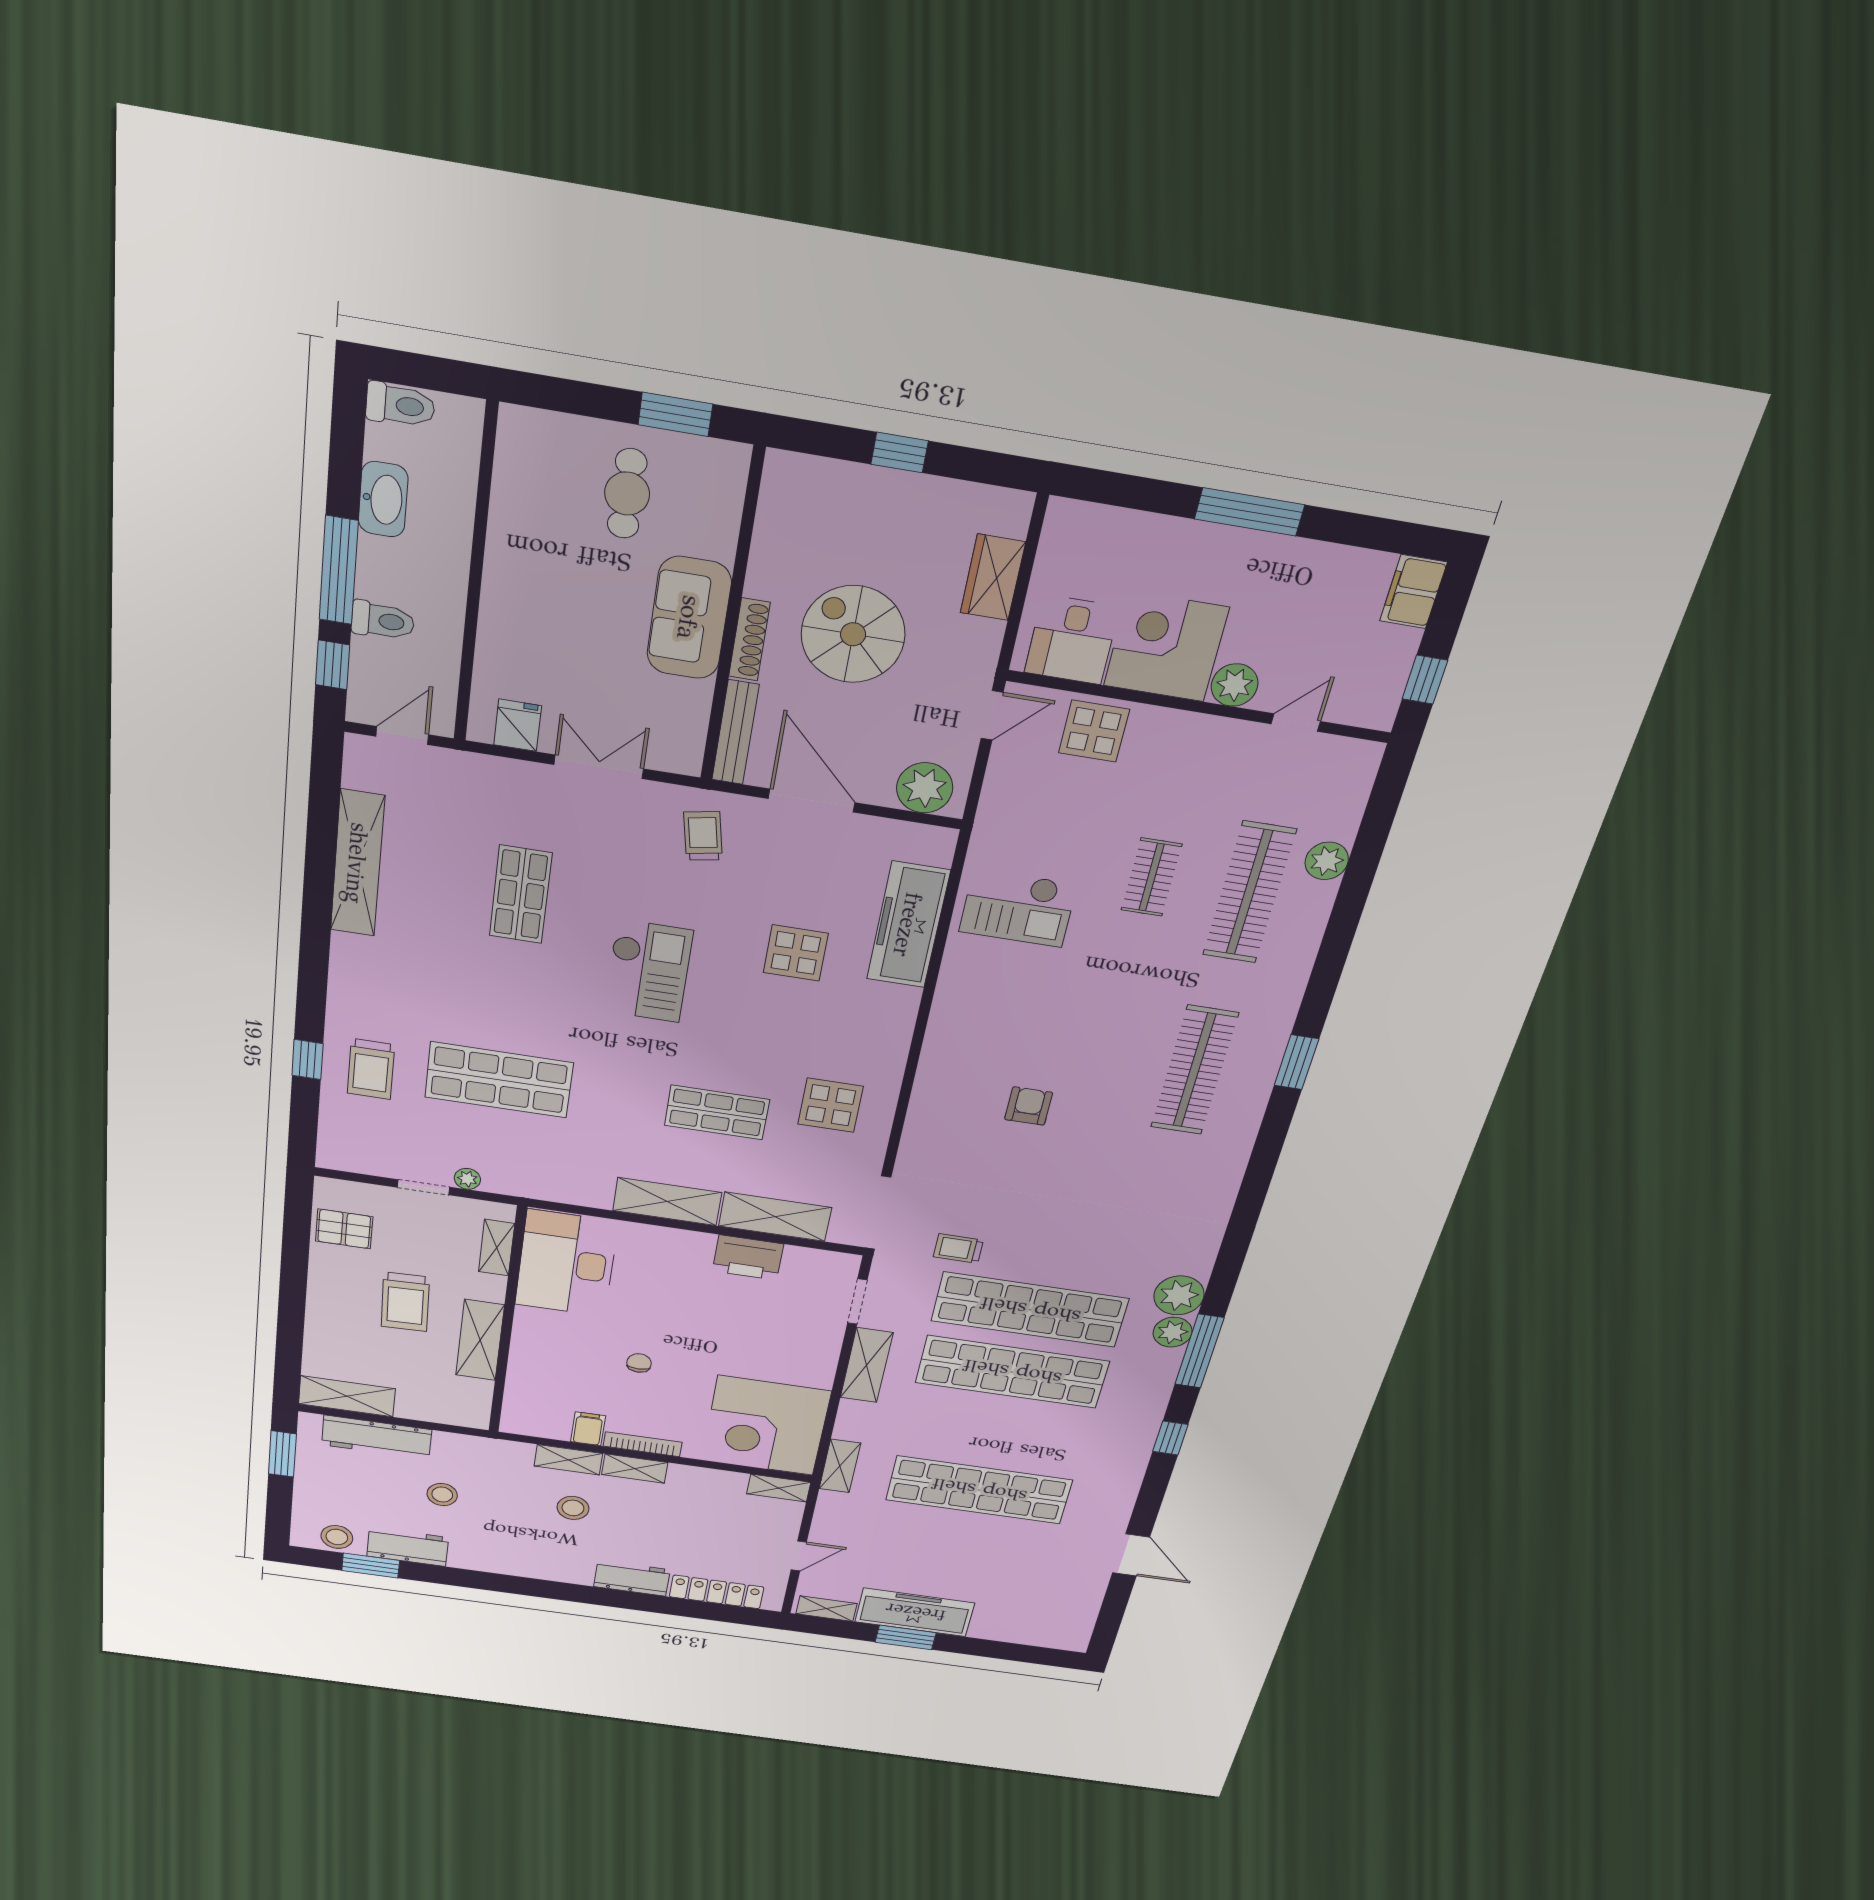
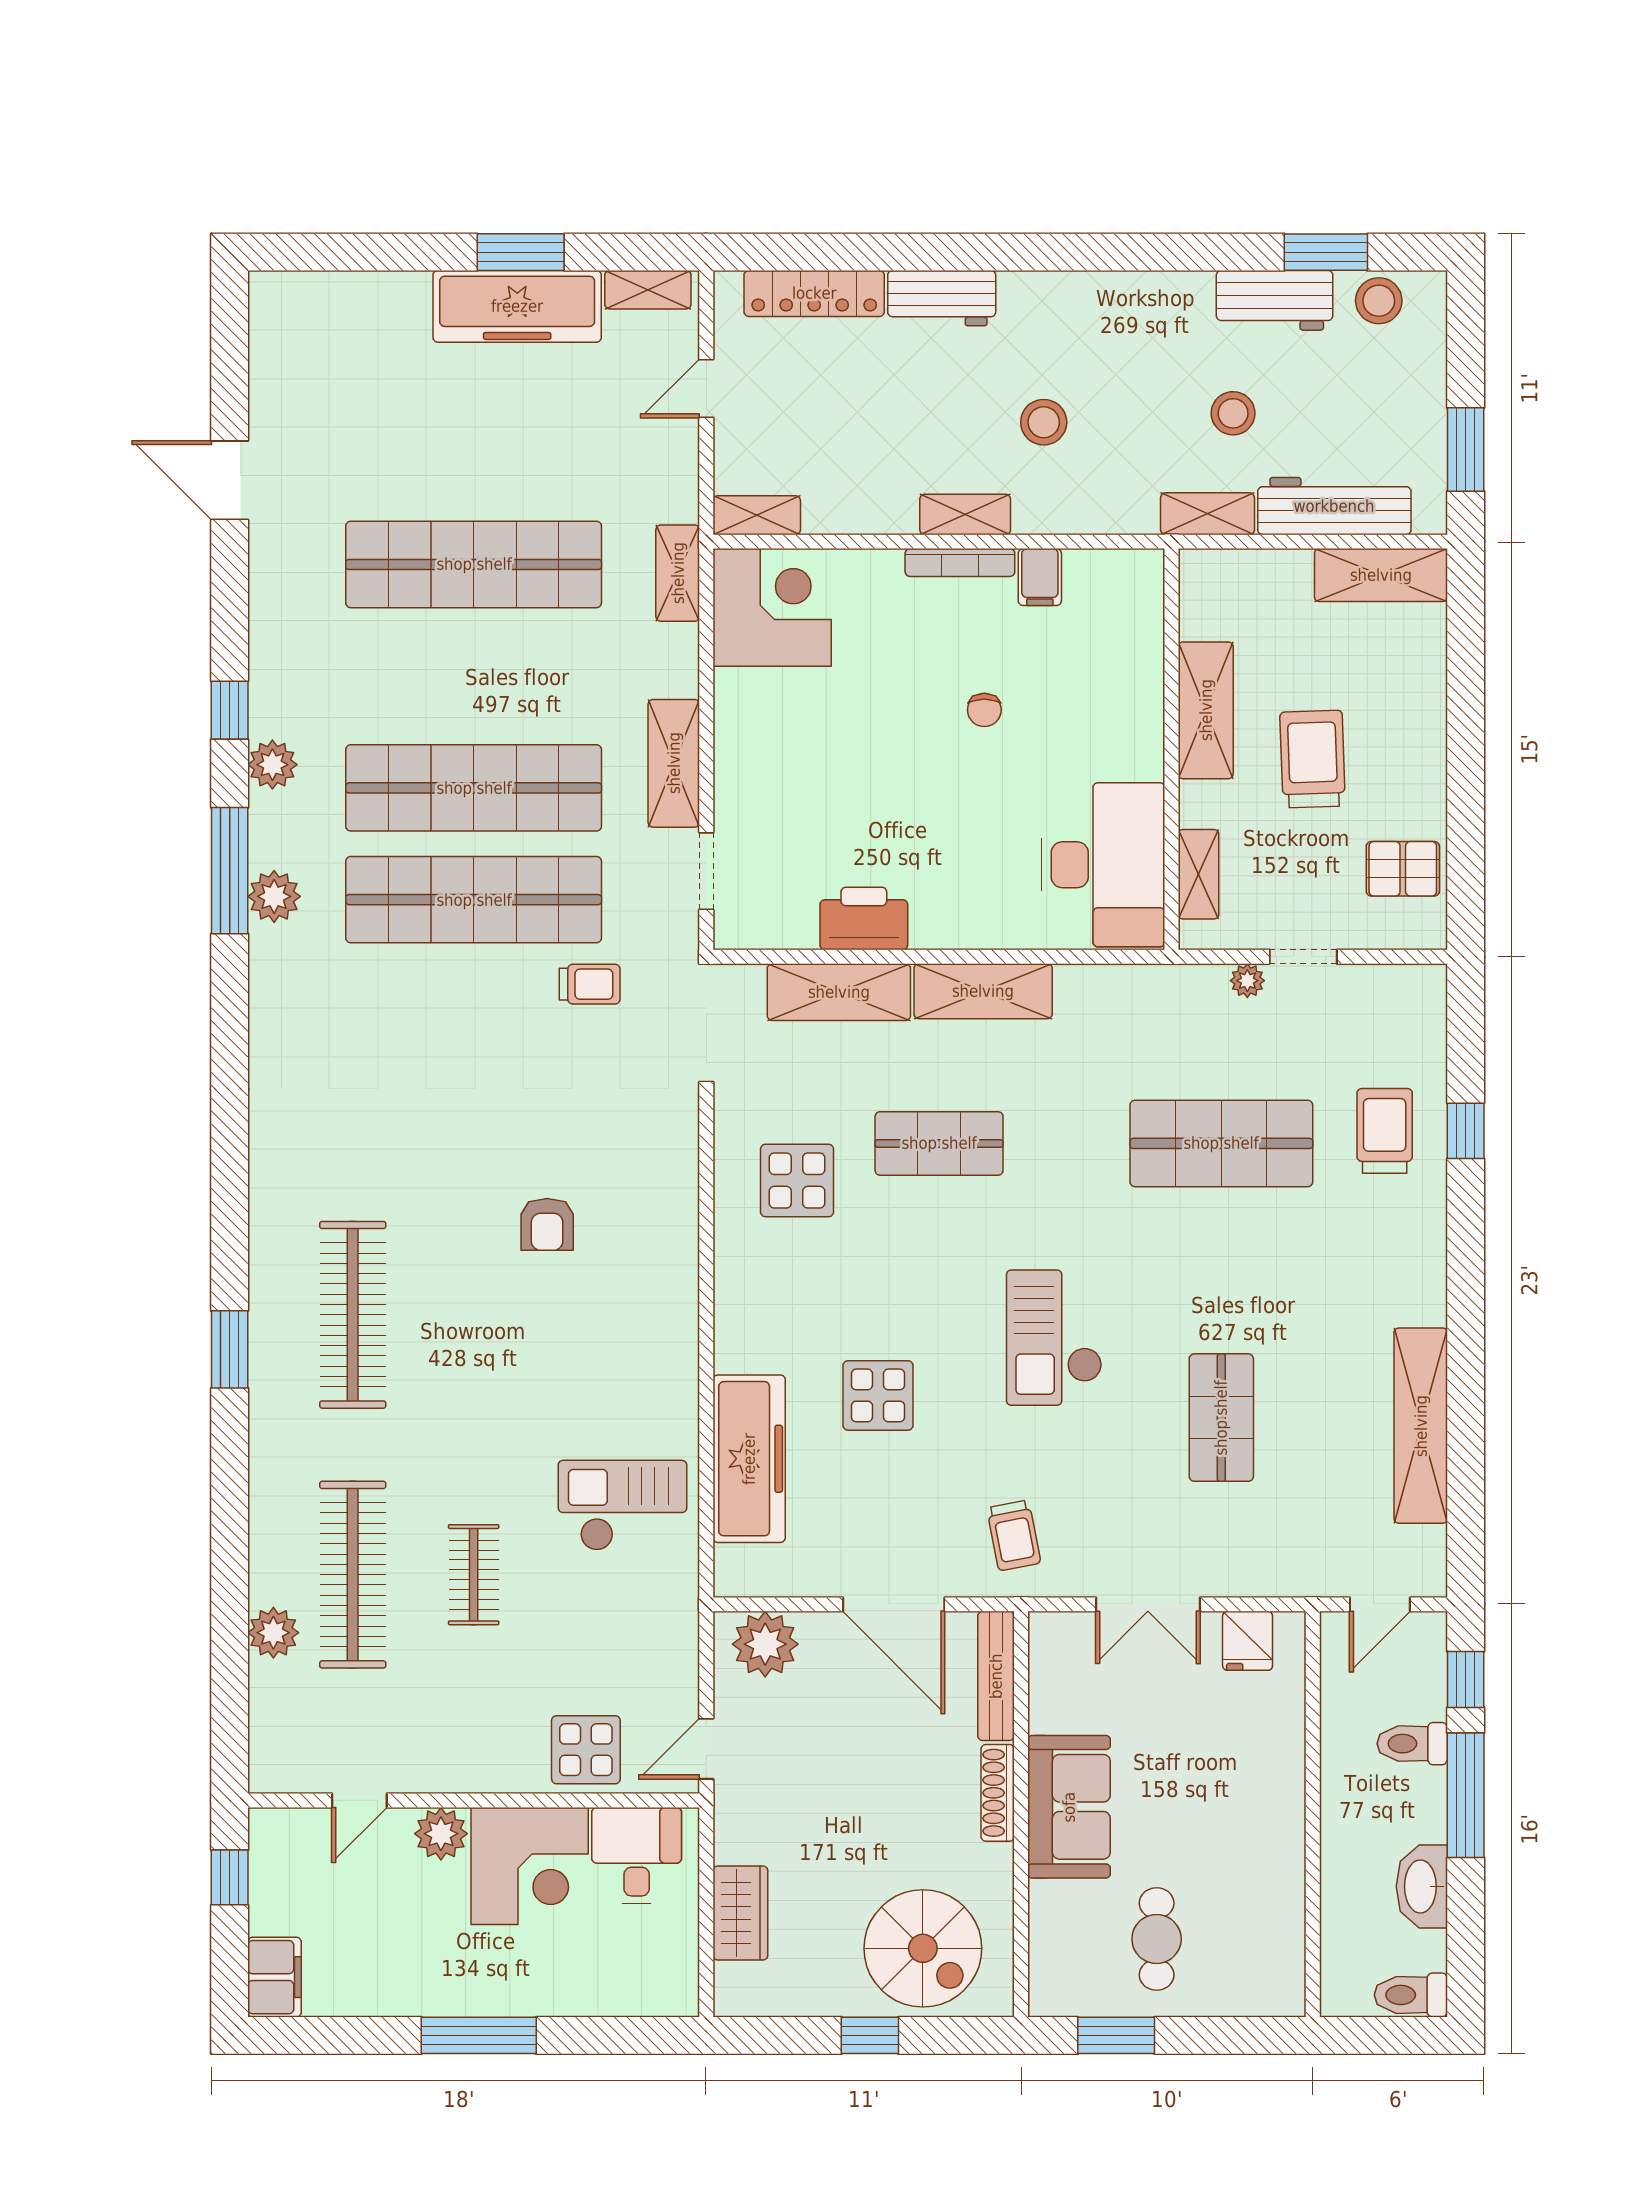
spiral stairs: (853, 634) -> (923, 1948), moved
plant: (1179, 1295) -> (272, 765), moved, width x0.73, depth x0.73
corner desk: (766, 1426) -> (772, 607), width x0.74, depth x0.74
shelving: (568, 1460) -> (1207, 514), moved

